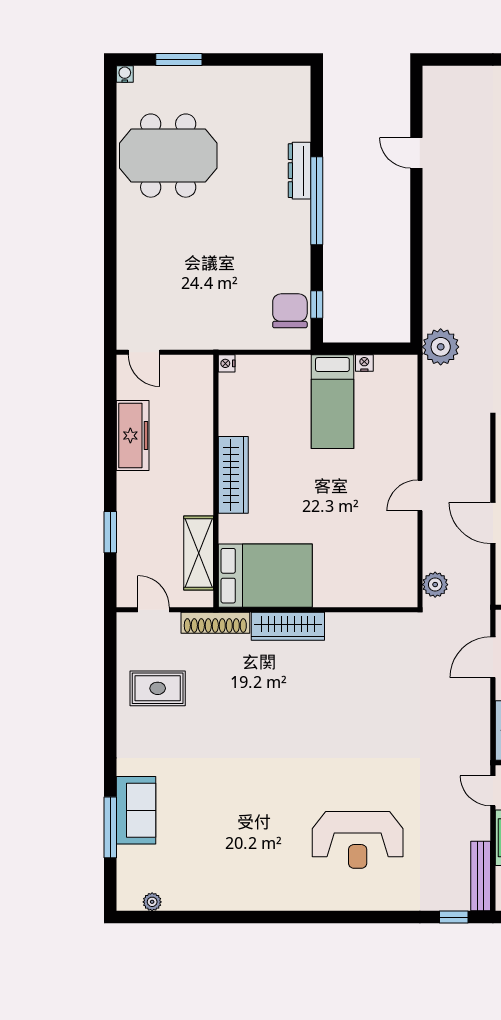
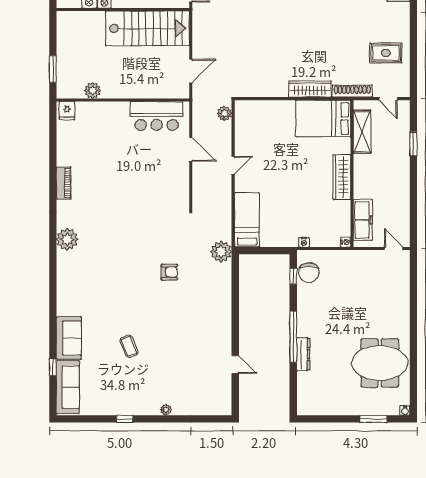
nightstand: (364, 363) -> (304, 242), moved
bed: (332, 402) -> (247, 220), moved
freezer: (133, 436) -> (363, 220), moved, turned 180

